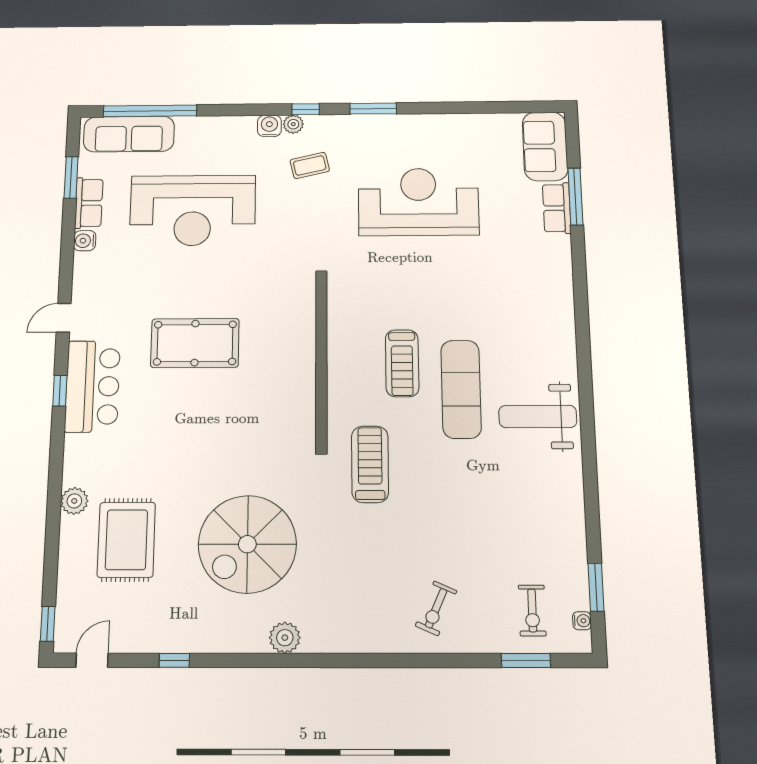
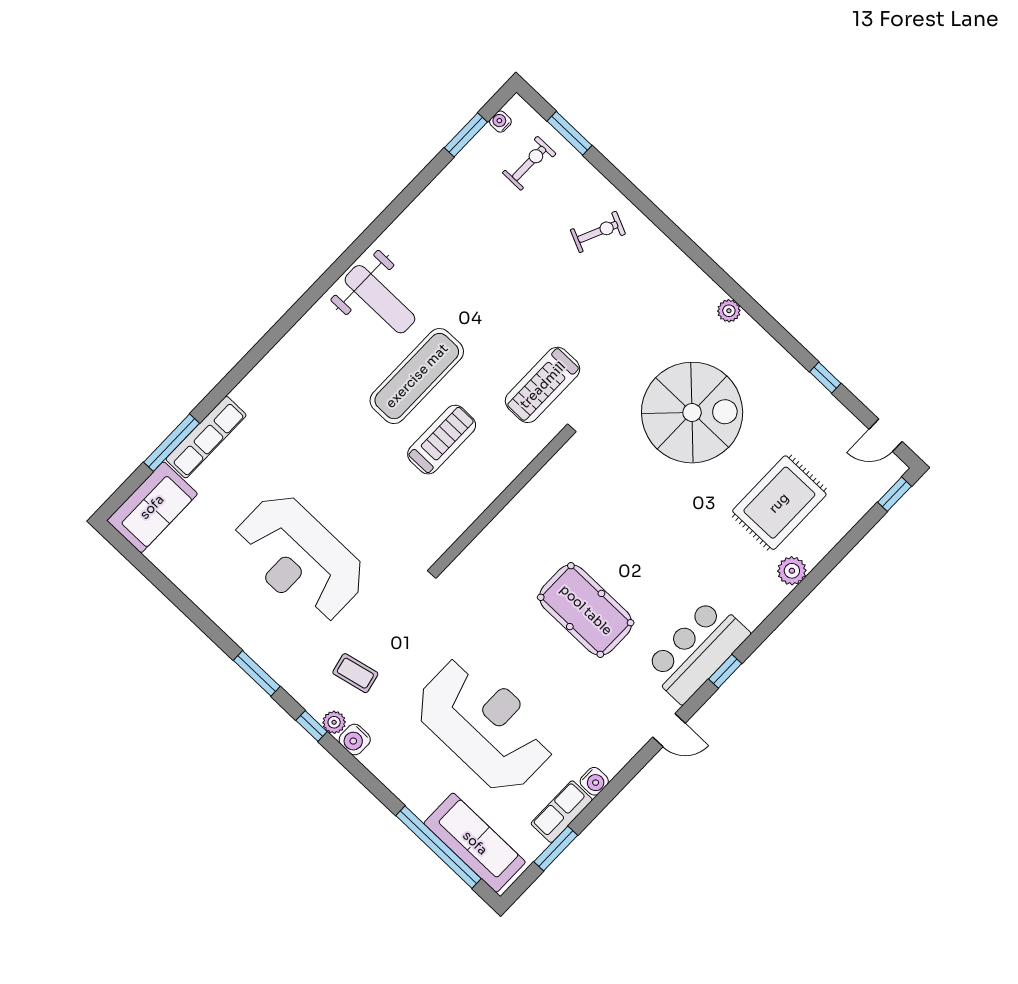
row of seats: (557, 208) -> (206, 437), width x1.48
plant: (285, 638) -> (729, 311), width x0.73, depth x0.73

